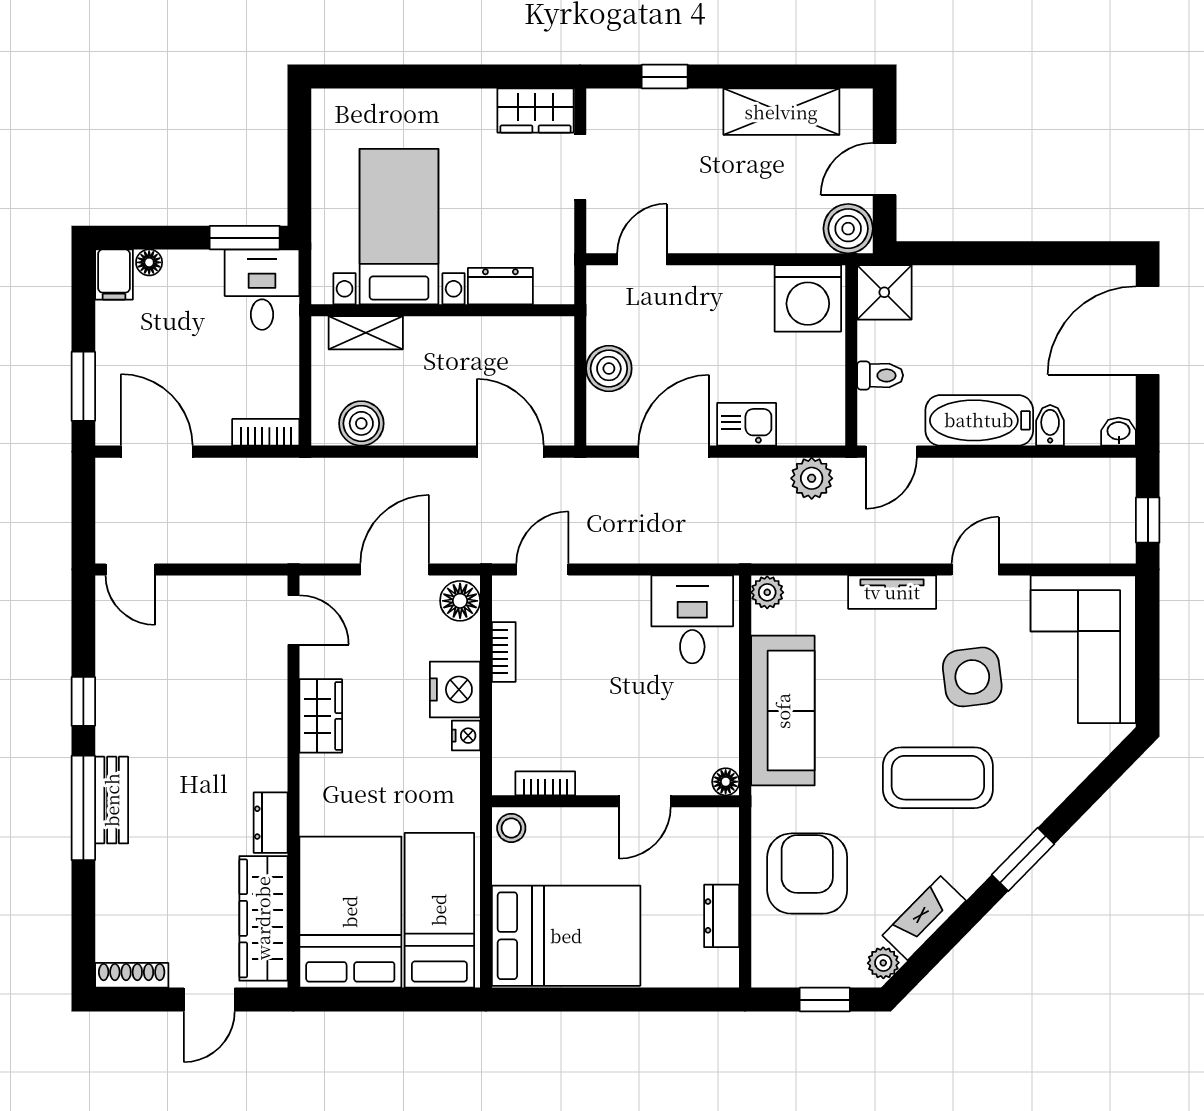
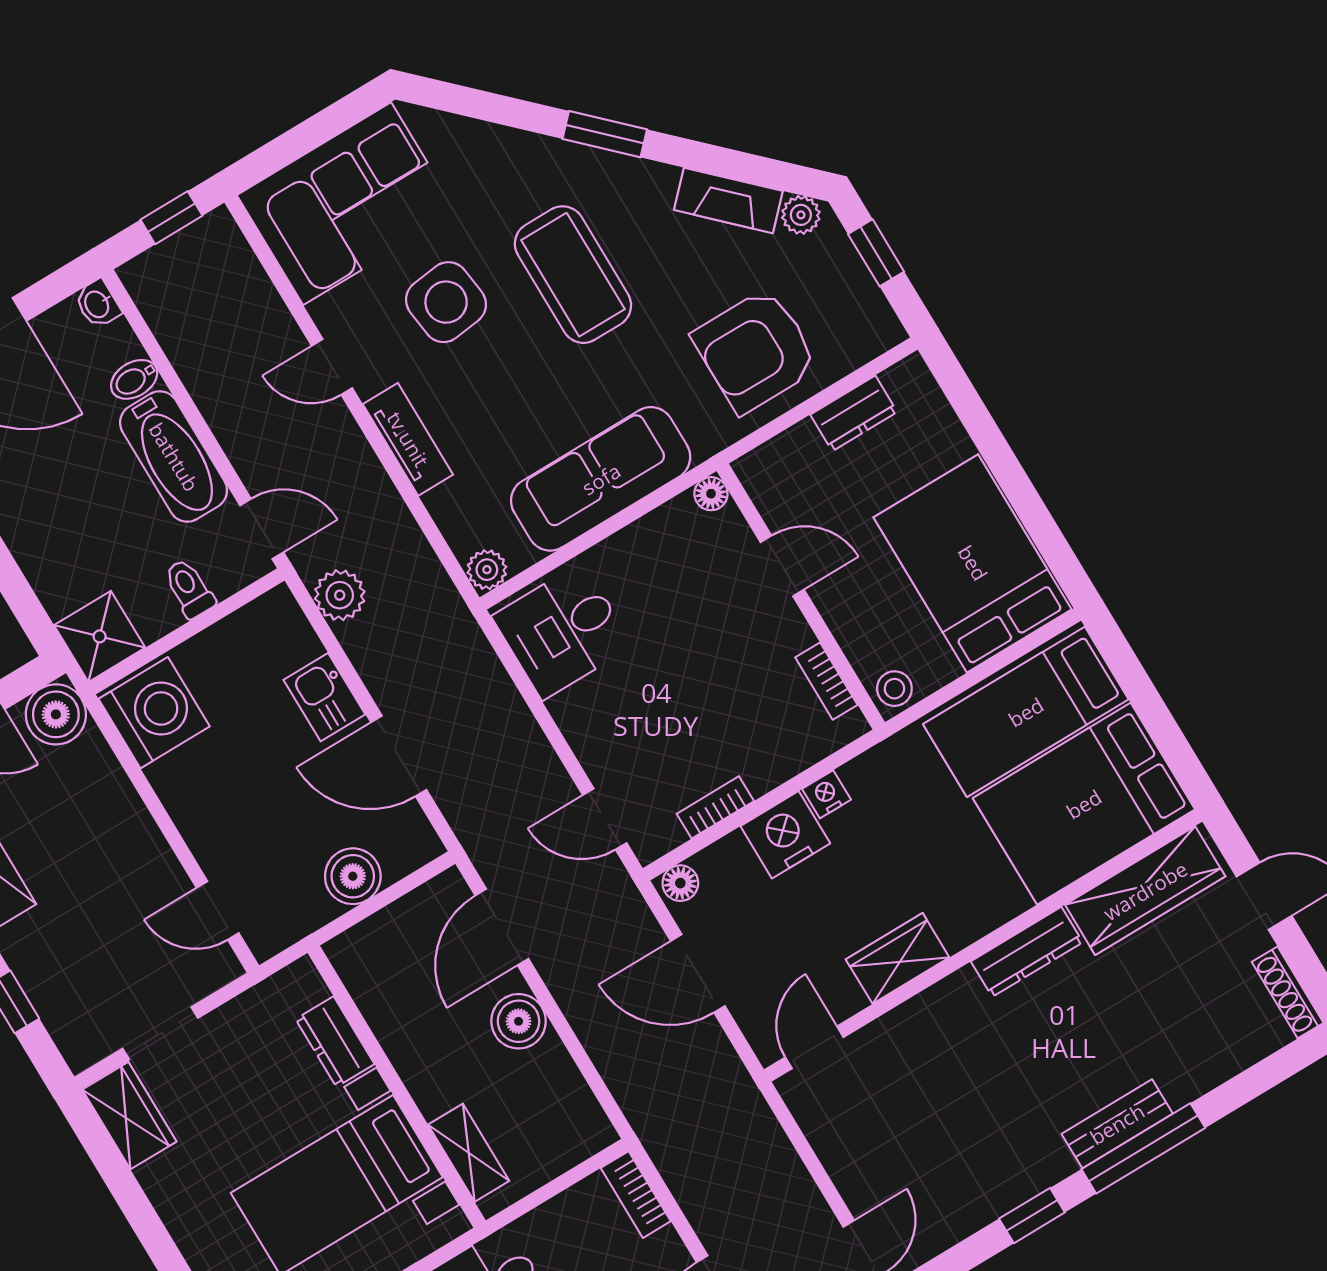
boiler: (361, 423) -> (519, 1021), moved
floor lamp: (460, 601) -> (680, 883), width x0.73, depth x0.73
dresser: (271, 823) -> (1027, 952), width x1.44

